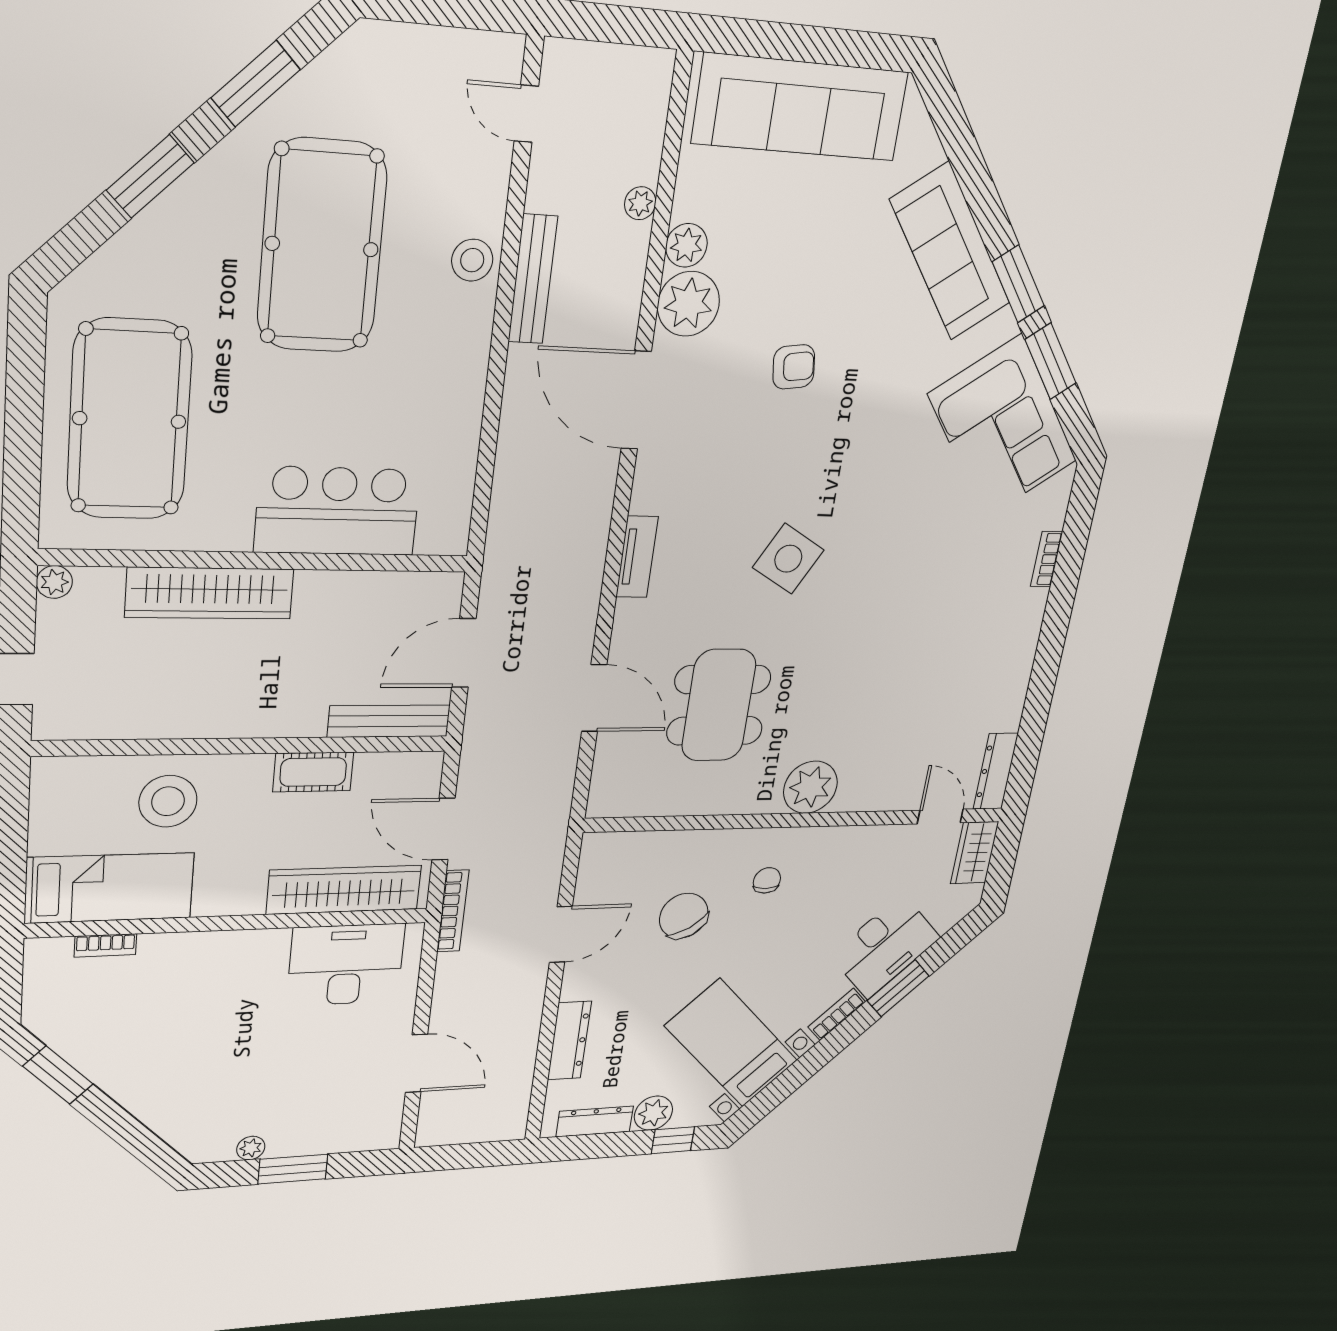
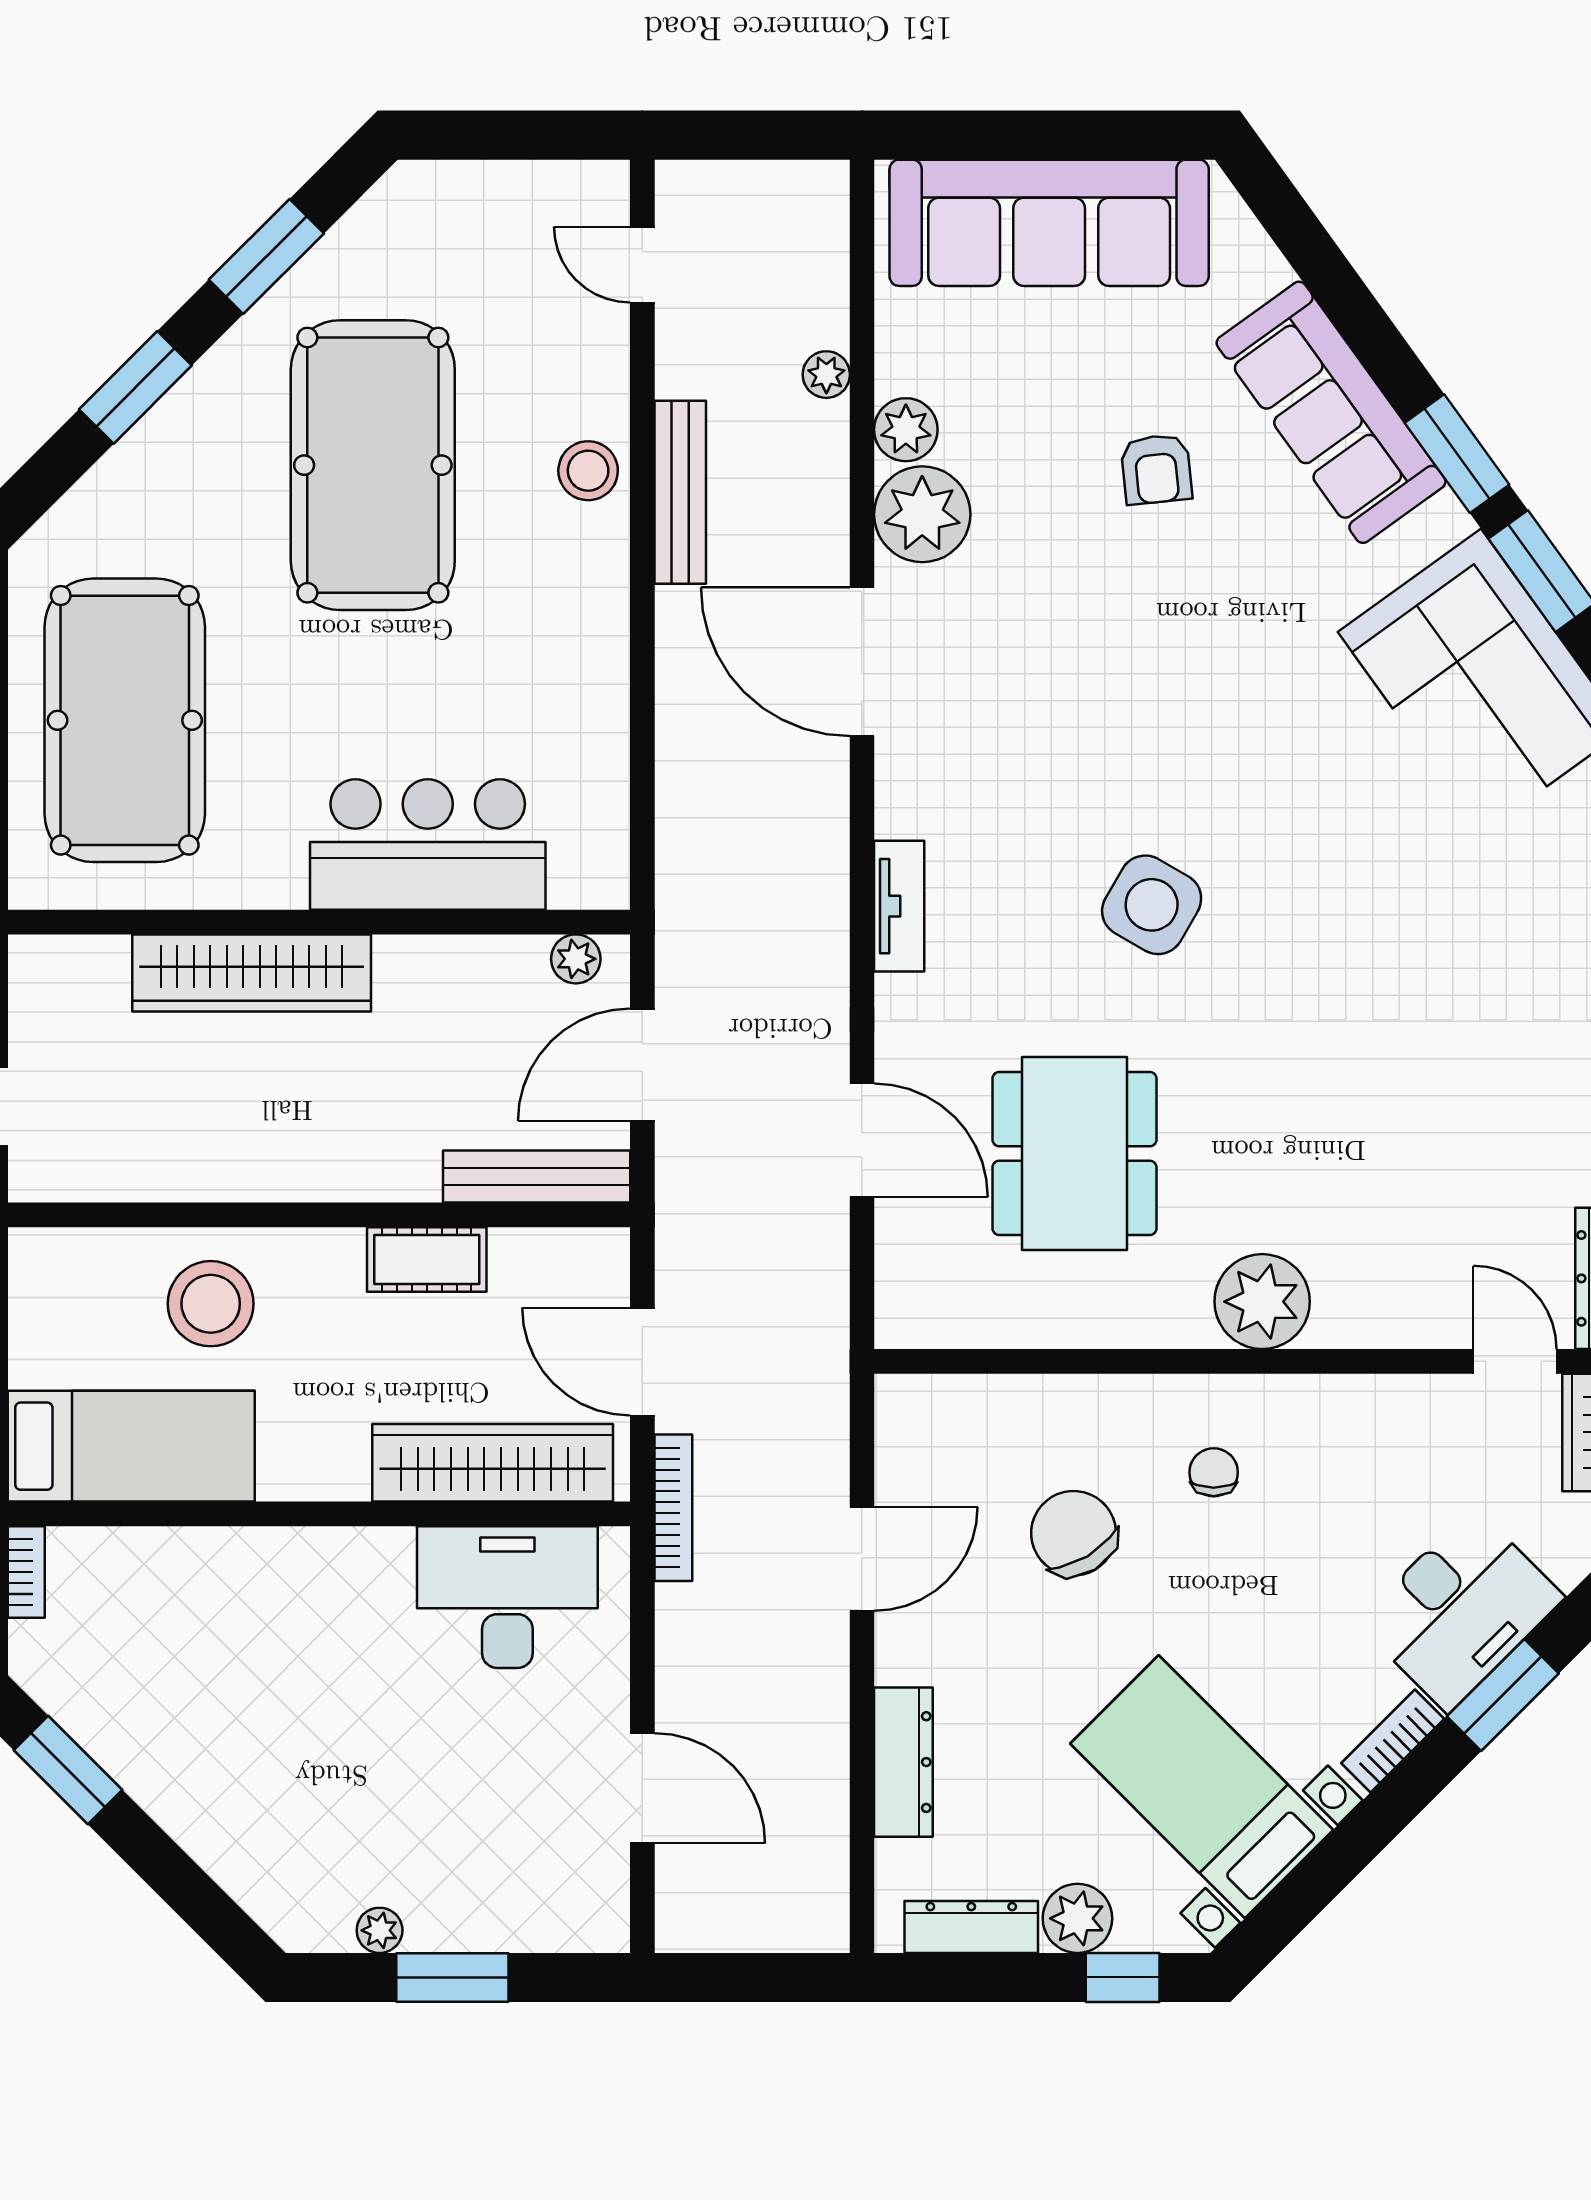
armchair: (794, 367) -> (1156, 469), moved, turned 92
plant: (54, 582) -> (576, 959), moved
bookcase: (105, 945) -> (26, 1572), moved, turned -90

